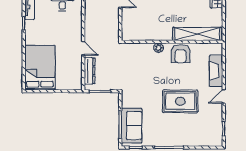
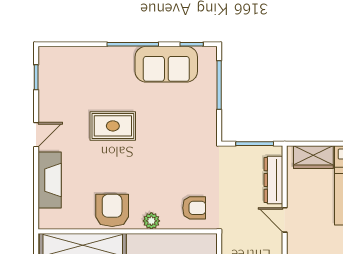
armchair: (134, 55) -> (194, 208), added
wardrobe: (67, 84) -> (313, 157), added
rug: (180, 101) -> (113, 126), width x0.73, depth x0.70
sofa: (132, 126) -> (166, 64), moved, turned -90

